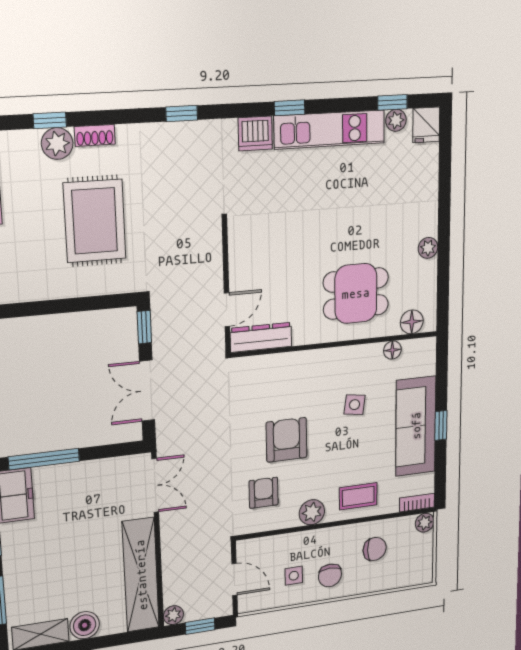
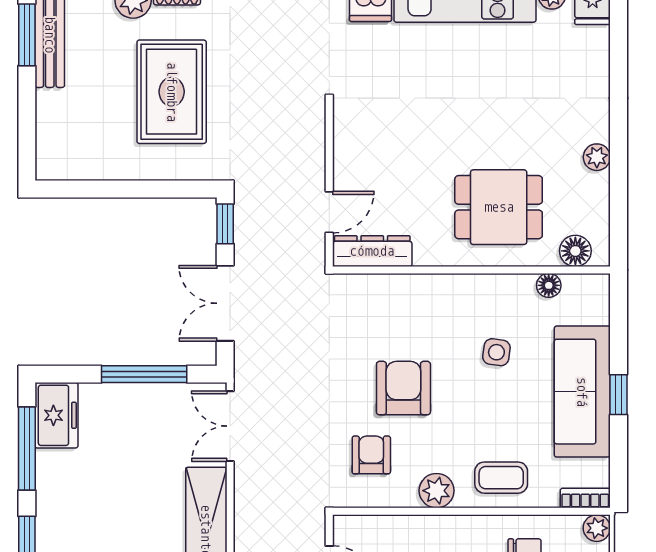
window: (44, 459) -> (144, 374), moved
double door: (155, 485) -> (230, 426), swing flipped

